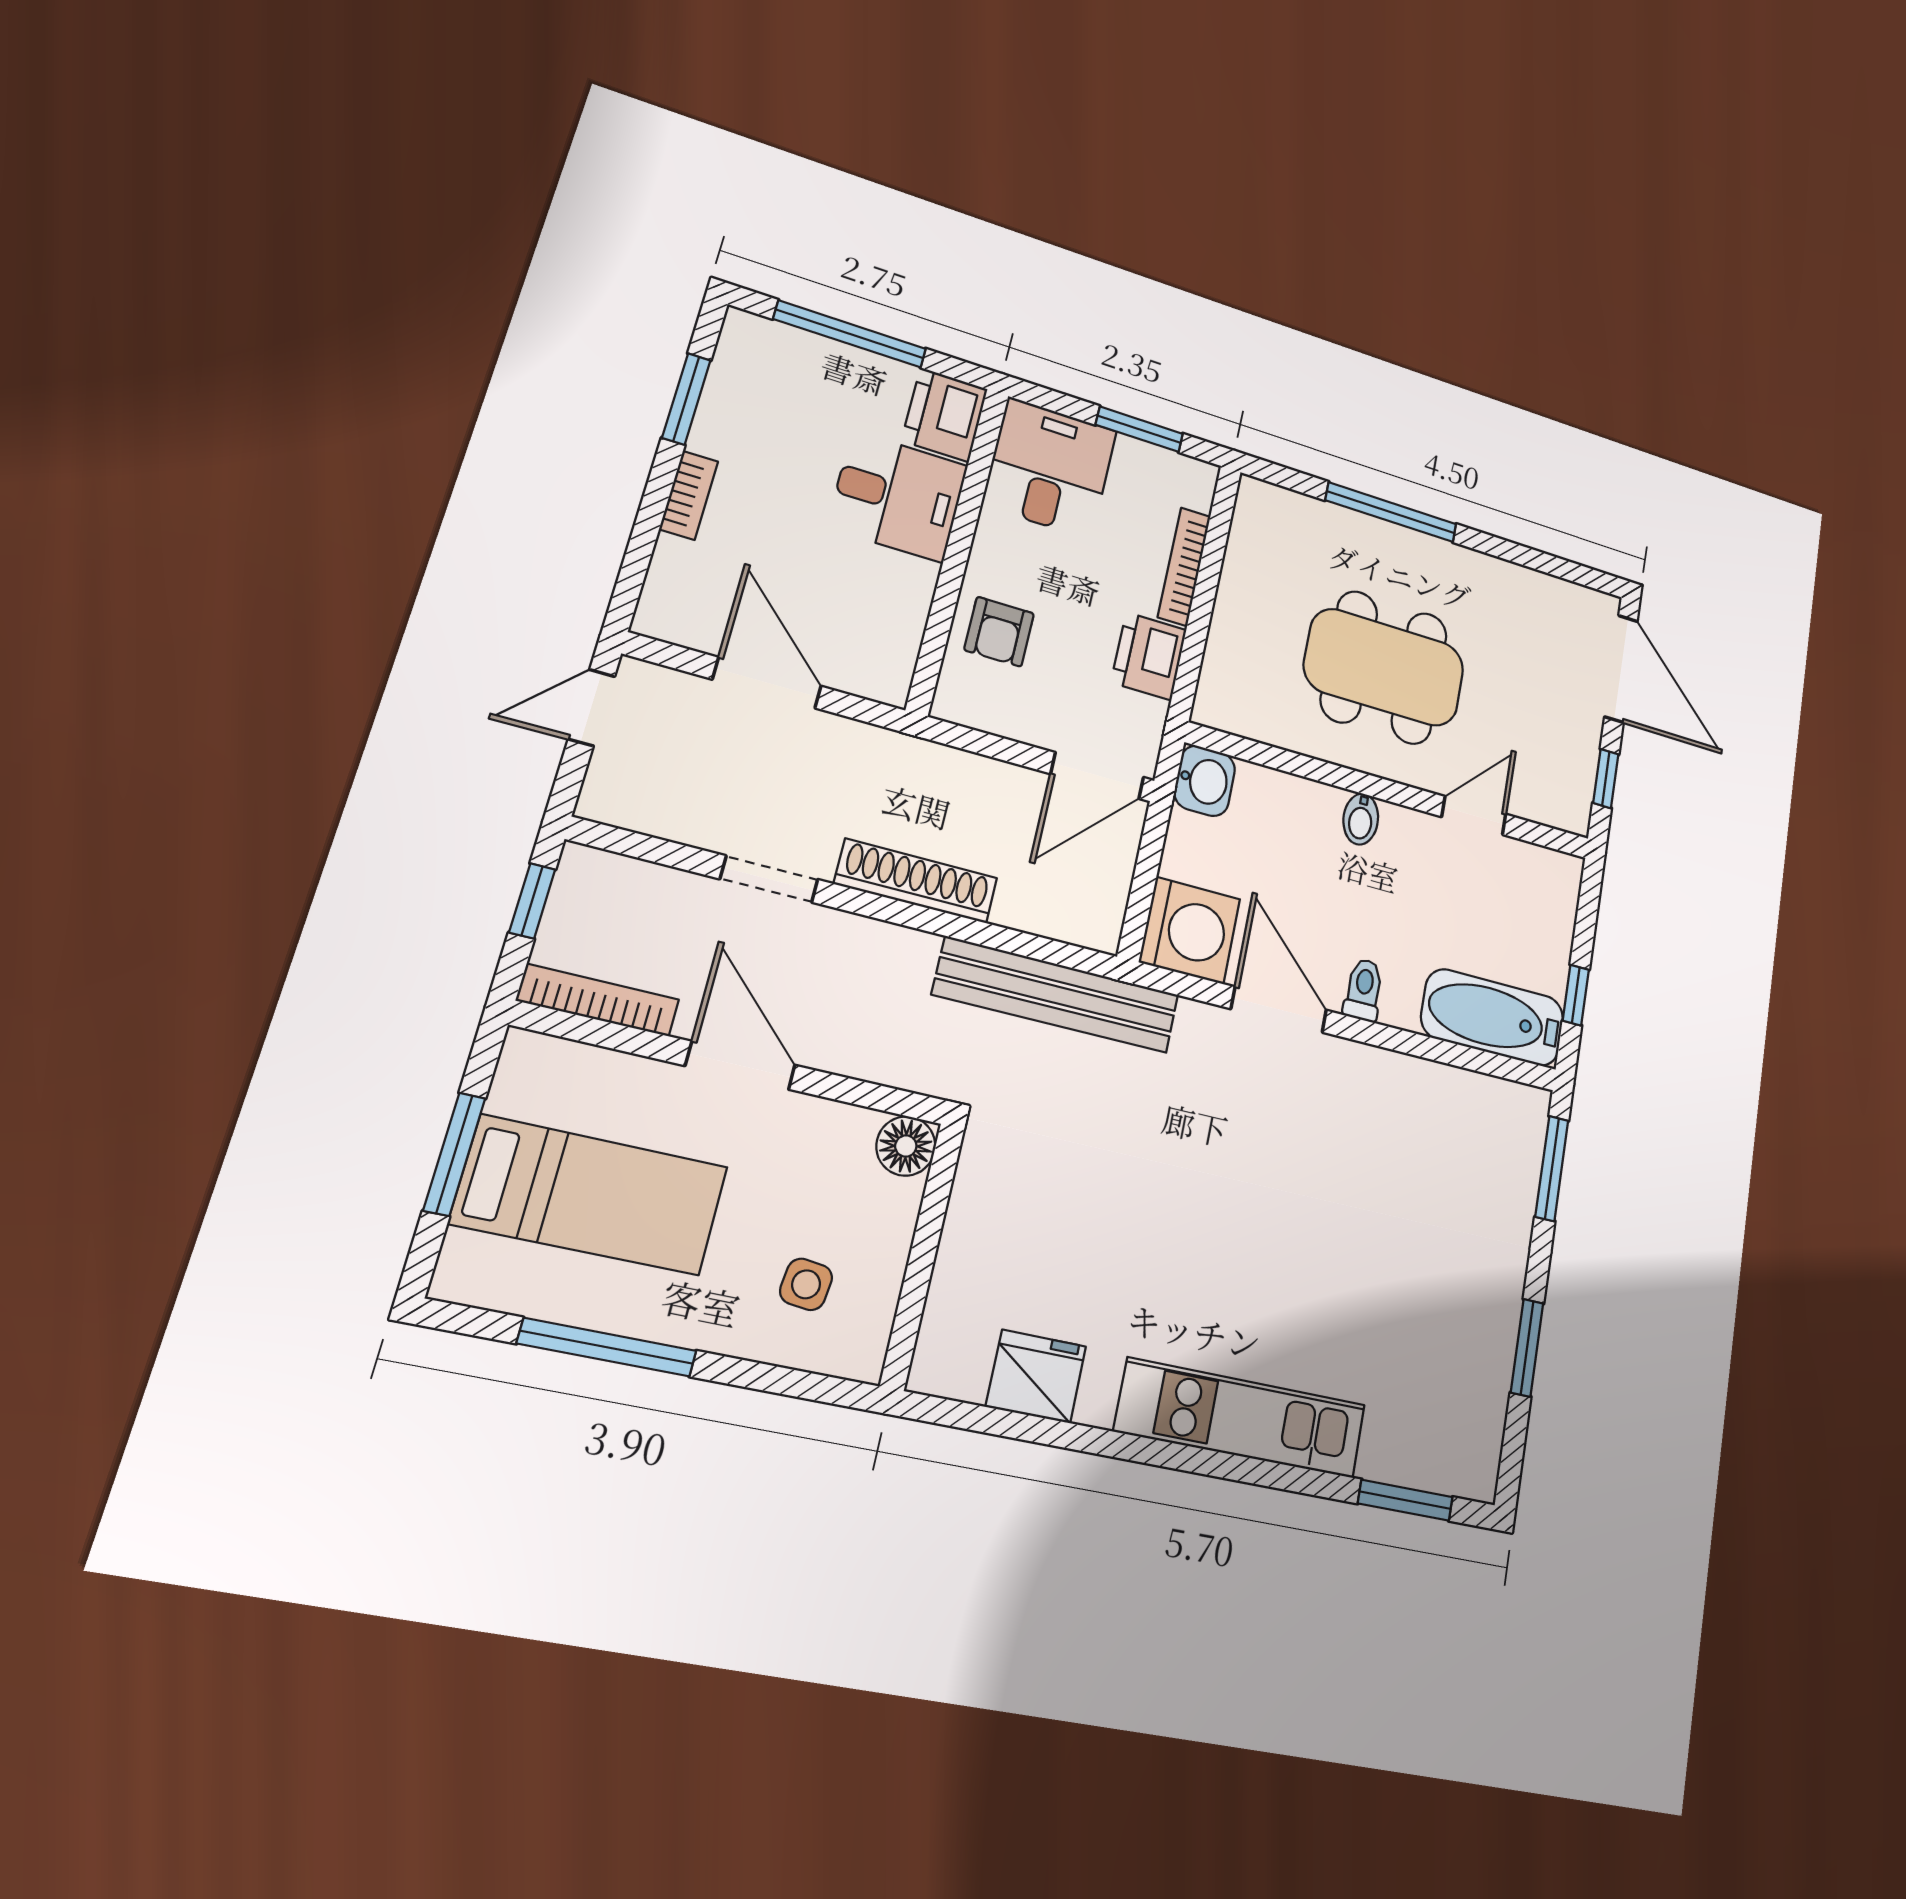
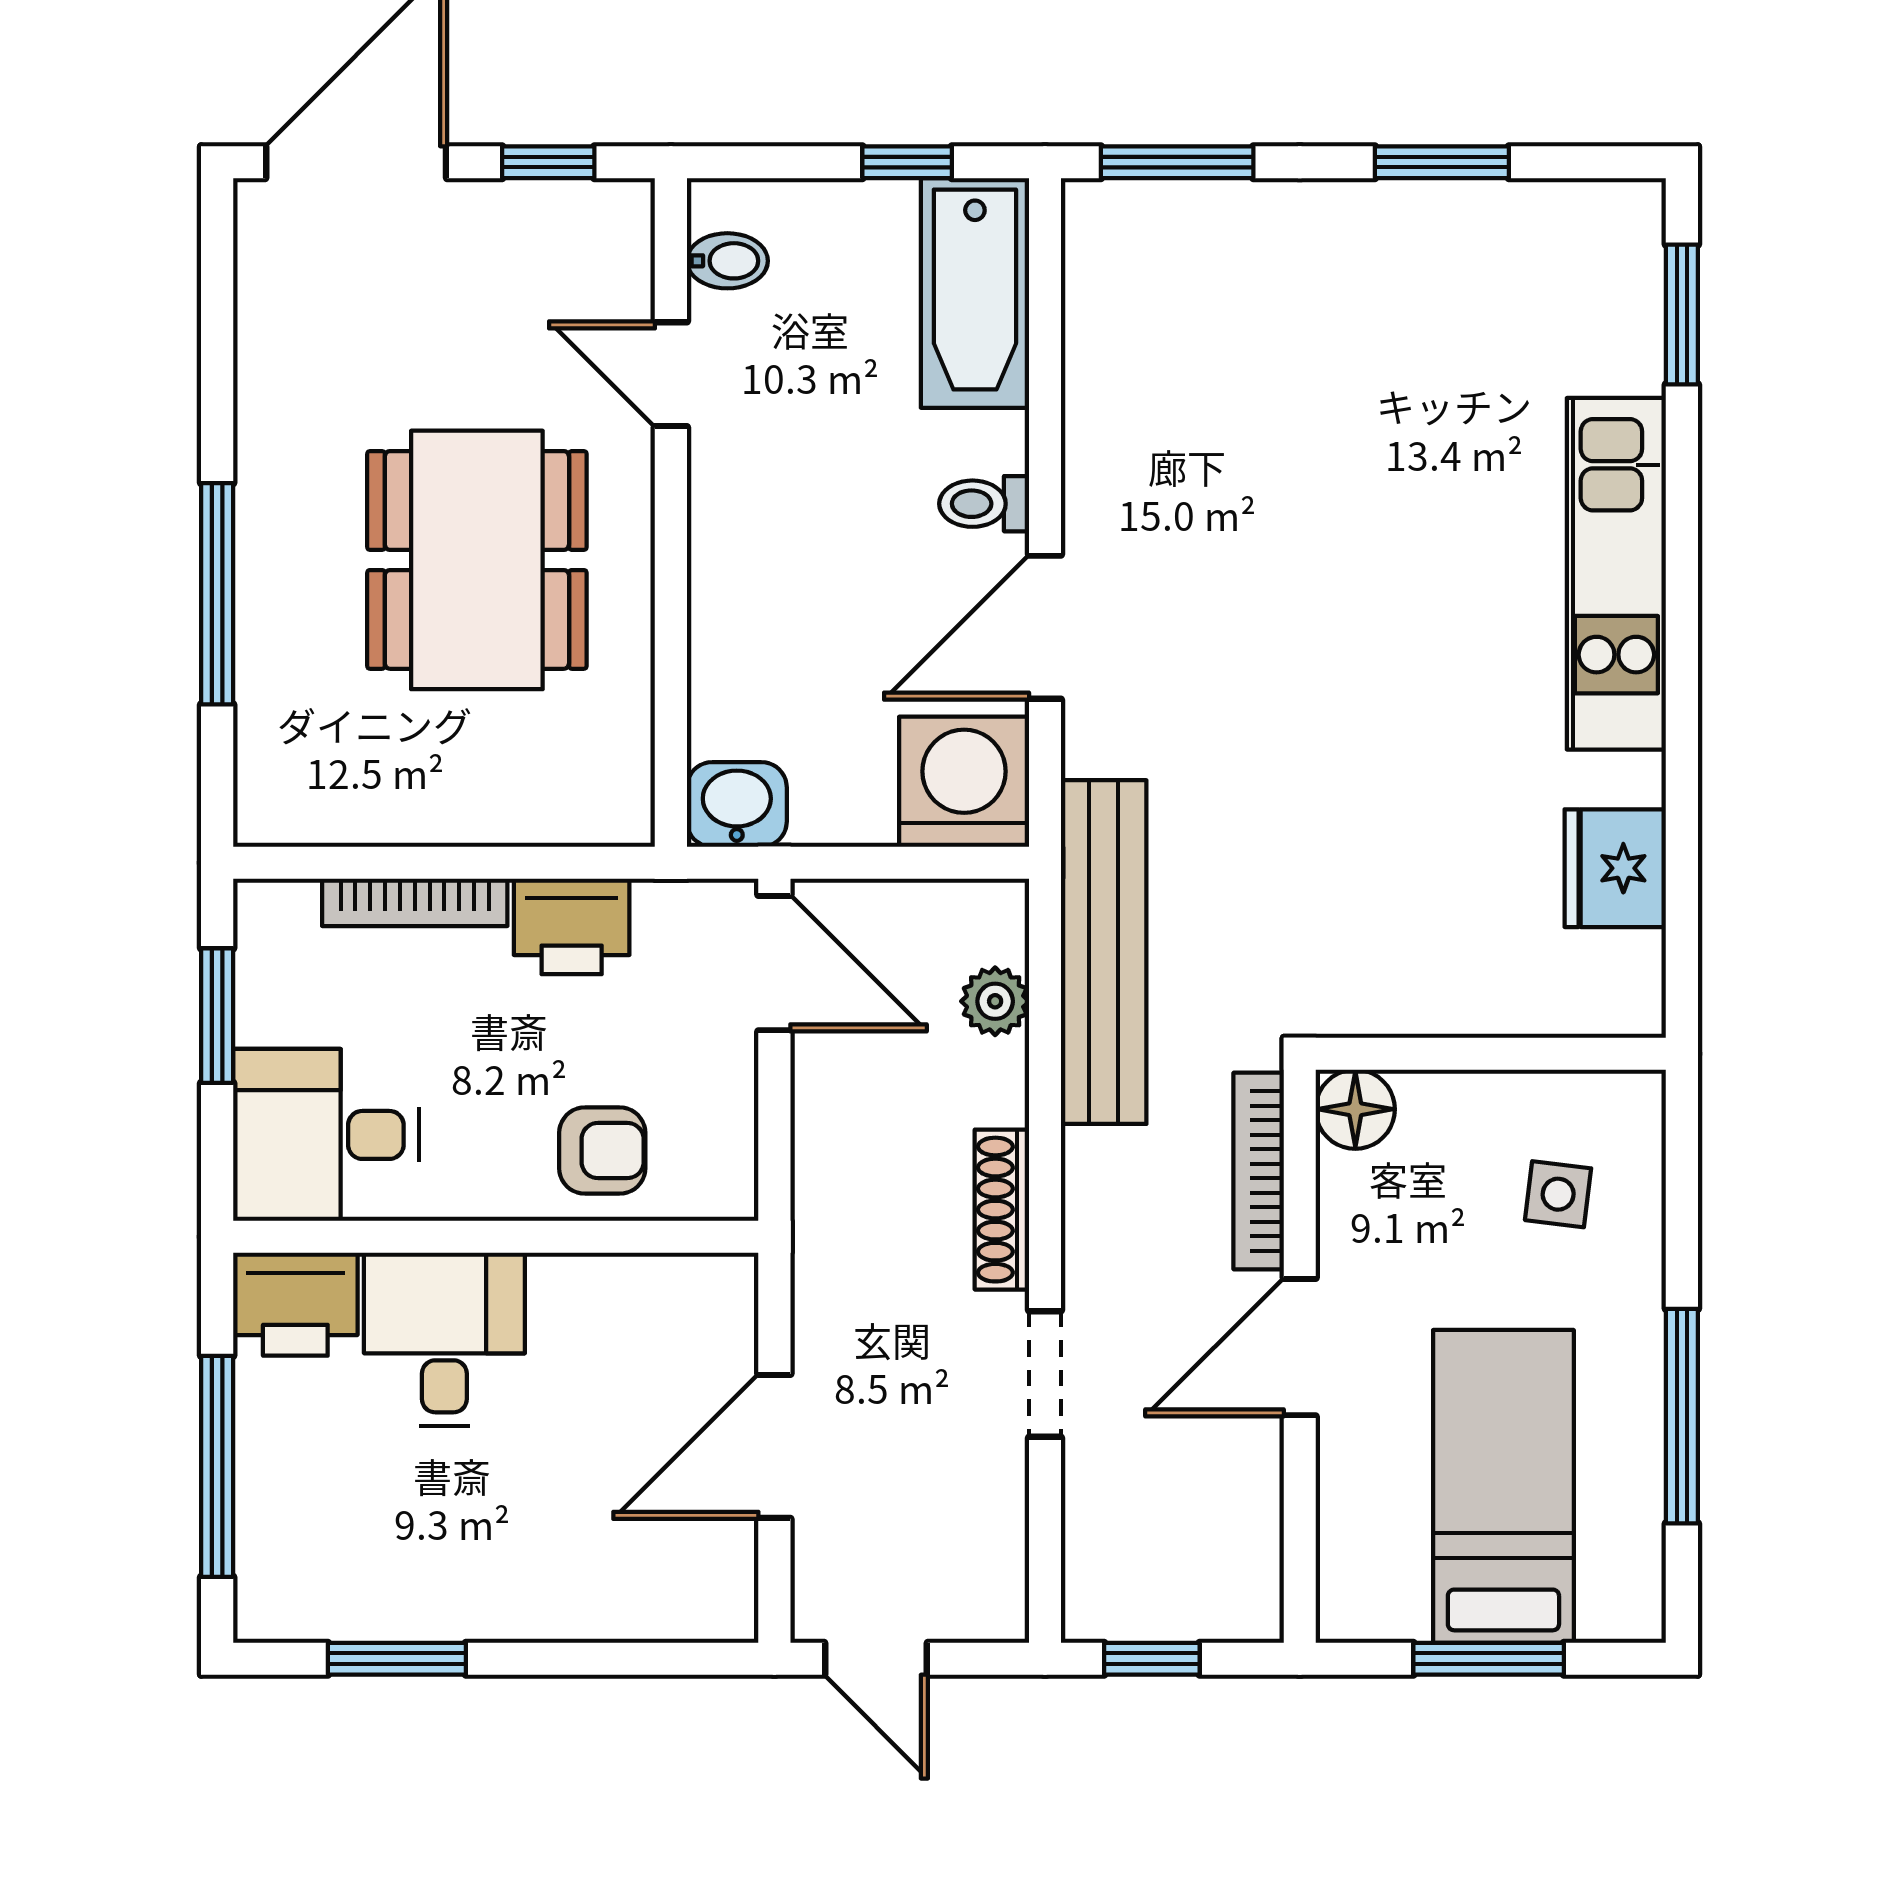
bookcase: (689, 495) -> (538, 1618), removed
bidet: (1361, 819) -> (727, 261), moved
shoe rack: (916, 881) -> (1002, 1210), width x0.74, depth x0.81
plant: (1040, 913) -> (995, 1001), added
bookcase: (598, 1000) -> (1259, 1171), moved

